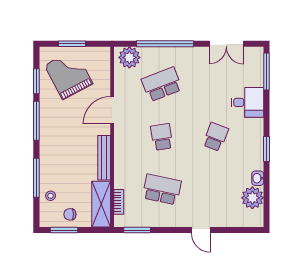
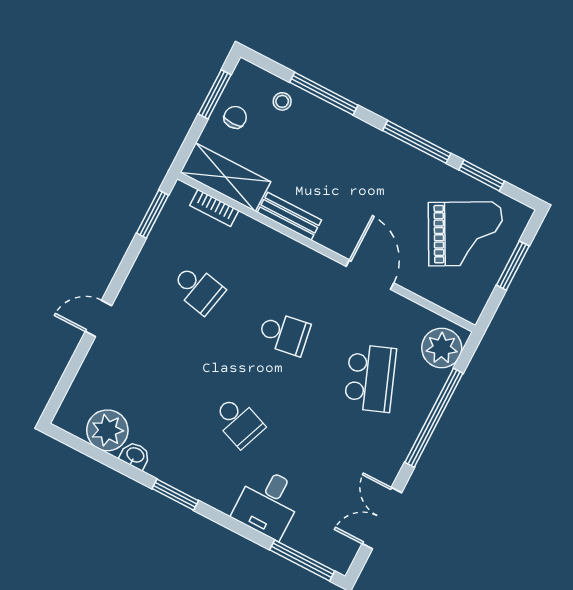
bench: (104, 158) -> (289, 216), width x0.73
school desk: (162, 189) -> (198, 289), width x0.54

